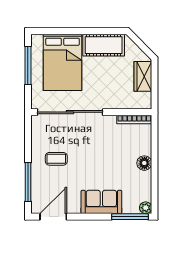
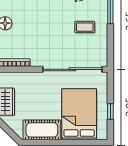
window: (28, 65) -> (110, 112), width x0.46

